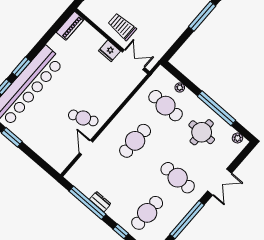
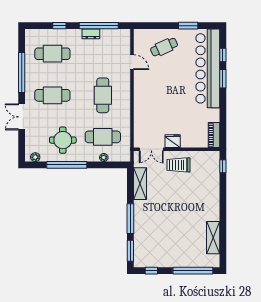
trolley: (122, 27) -> (178, 165), turned 180
shelving: (168, 39) -> (140, 184), added
cafe table: (83, 118) -> (164, 47), moved
cafe table: (147, 213) -> (52, 54), turned 90

